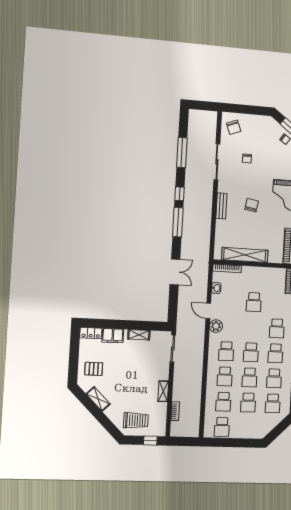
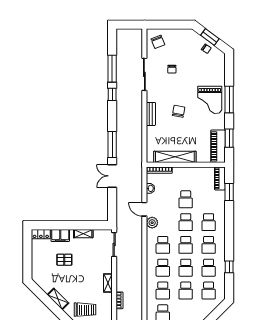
window: (179, 194) -> (112, 94), moved
window: (178, 222) -> (112, 145), moved
double door: (175, 272) -> (112, 176), swing flipped
school desk: (252, 327) -> (186, 222), added
pallet: (94, 369) -> (64, 260), moved
shelving: (98, 399) -> (58, 299), moved

